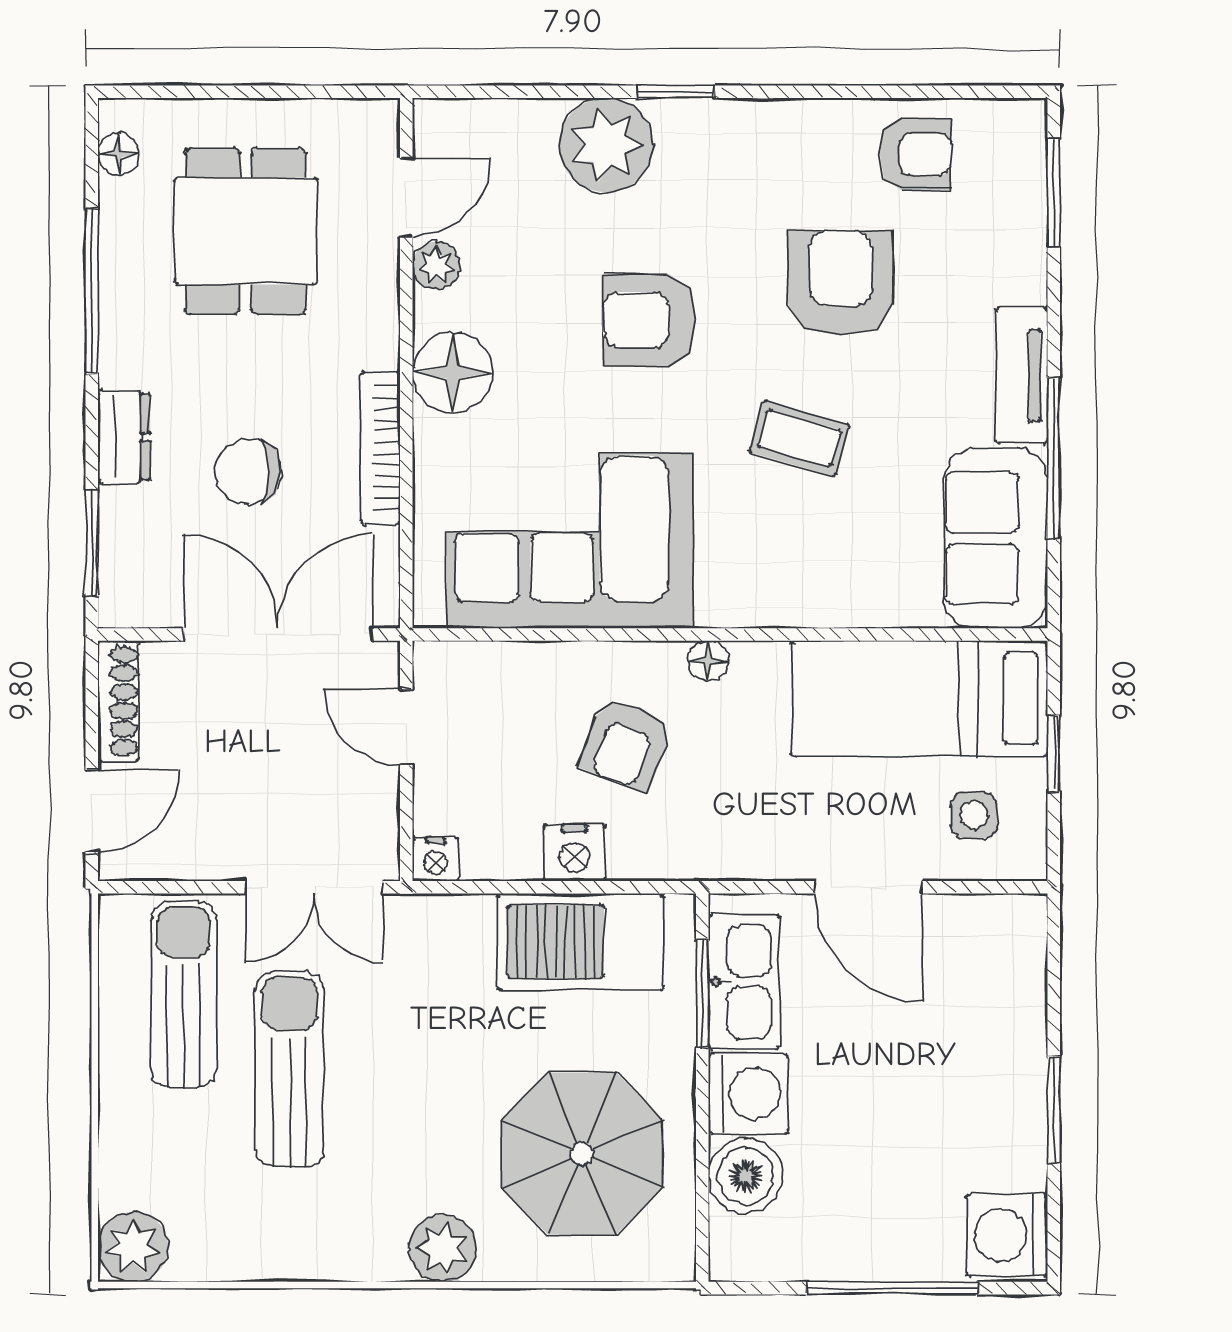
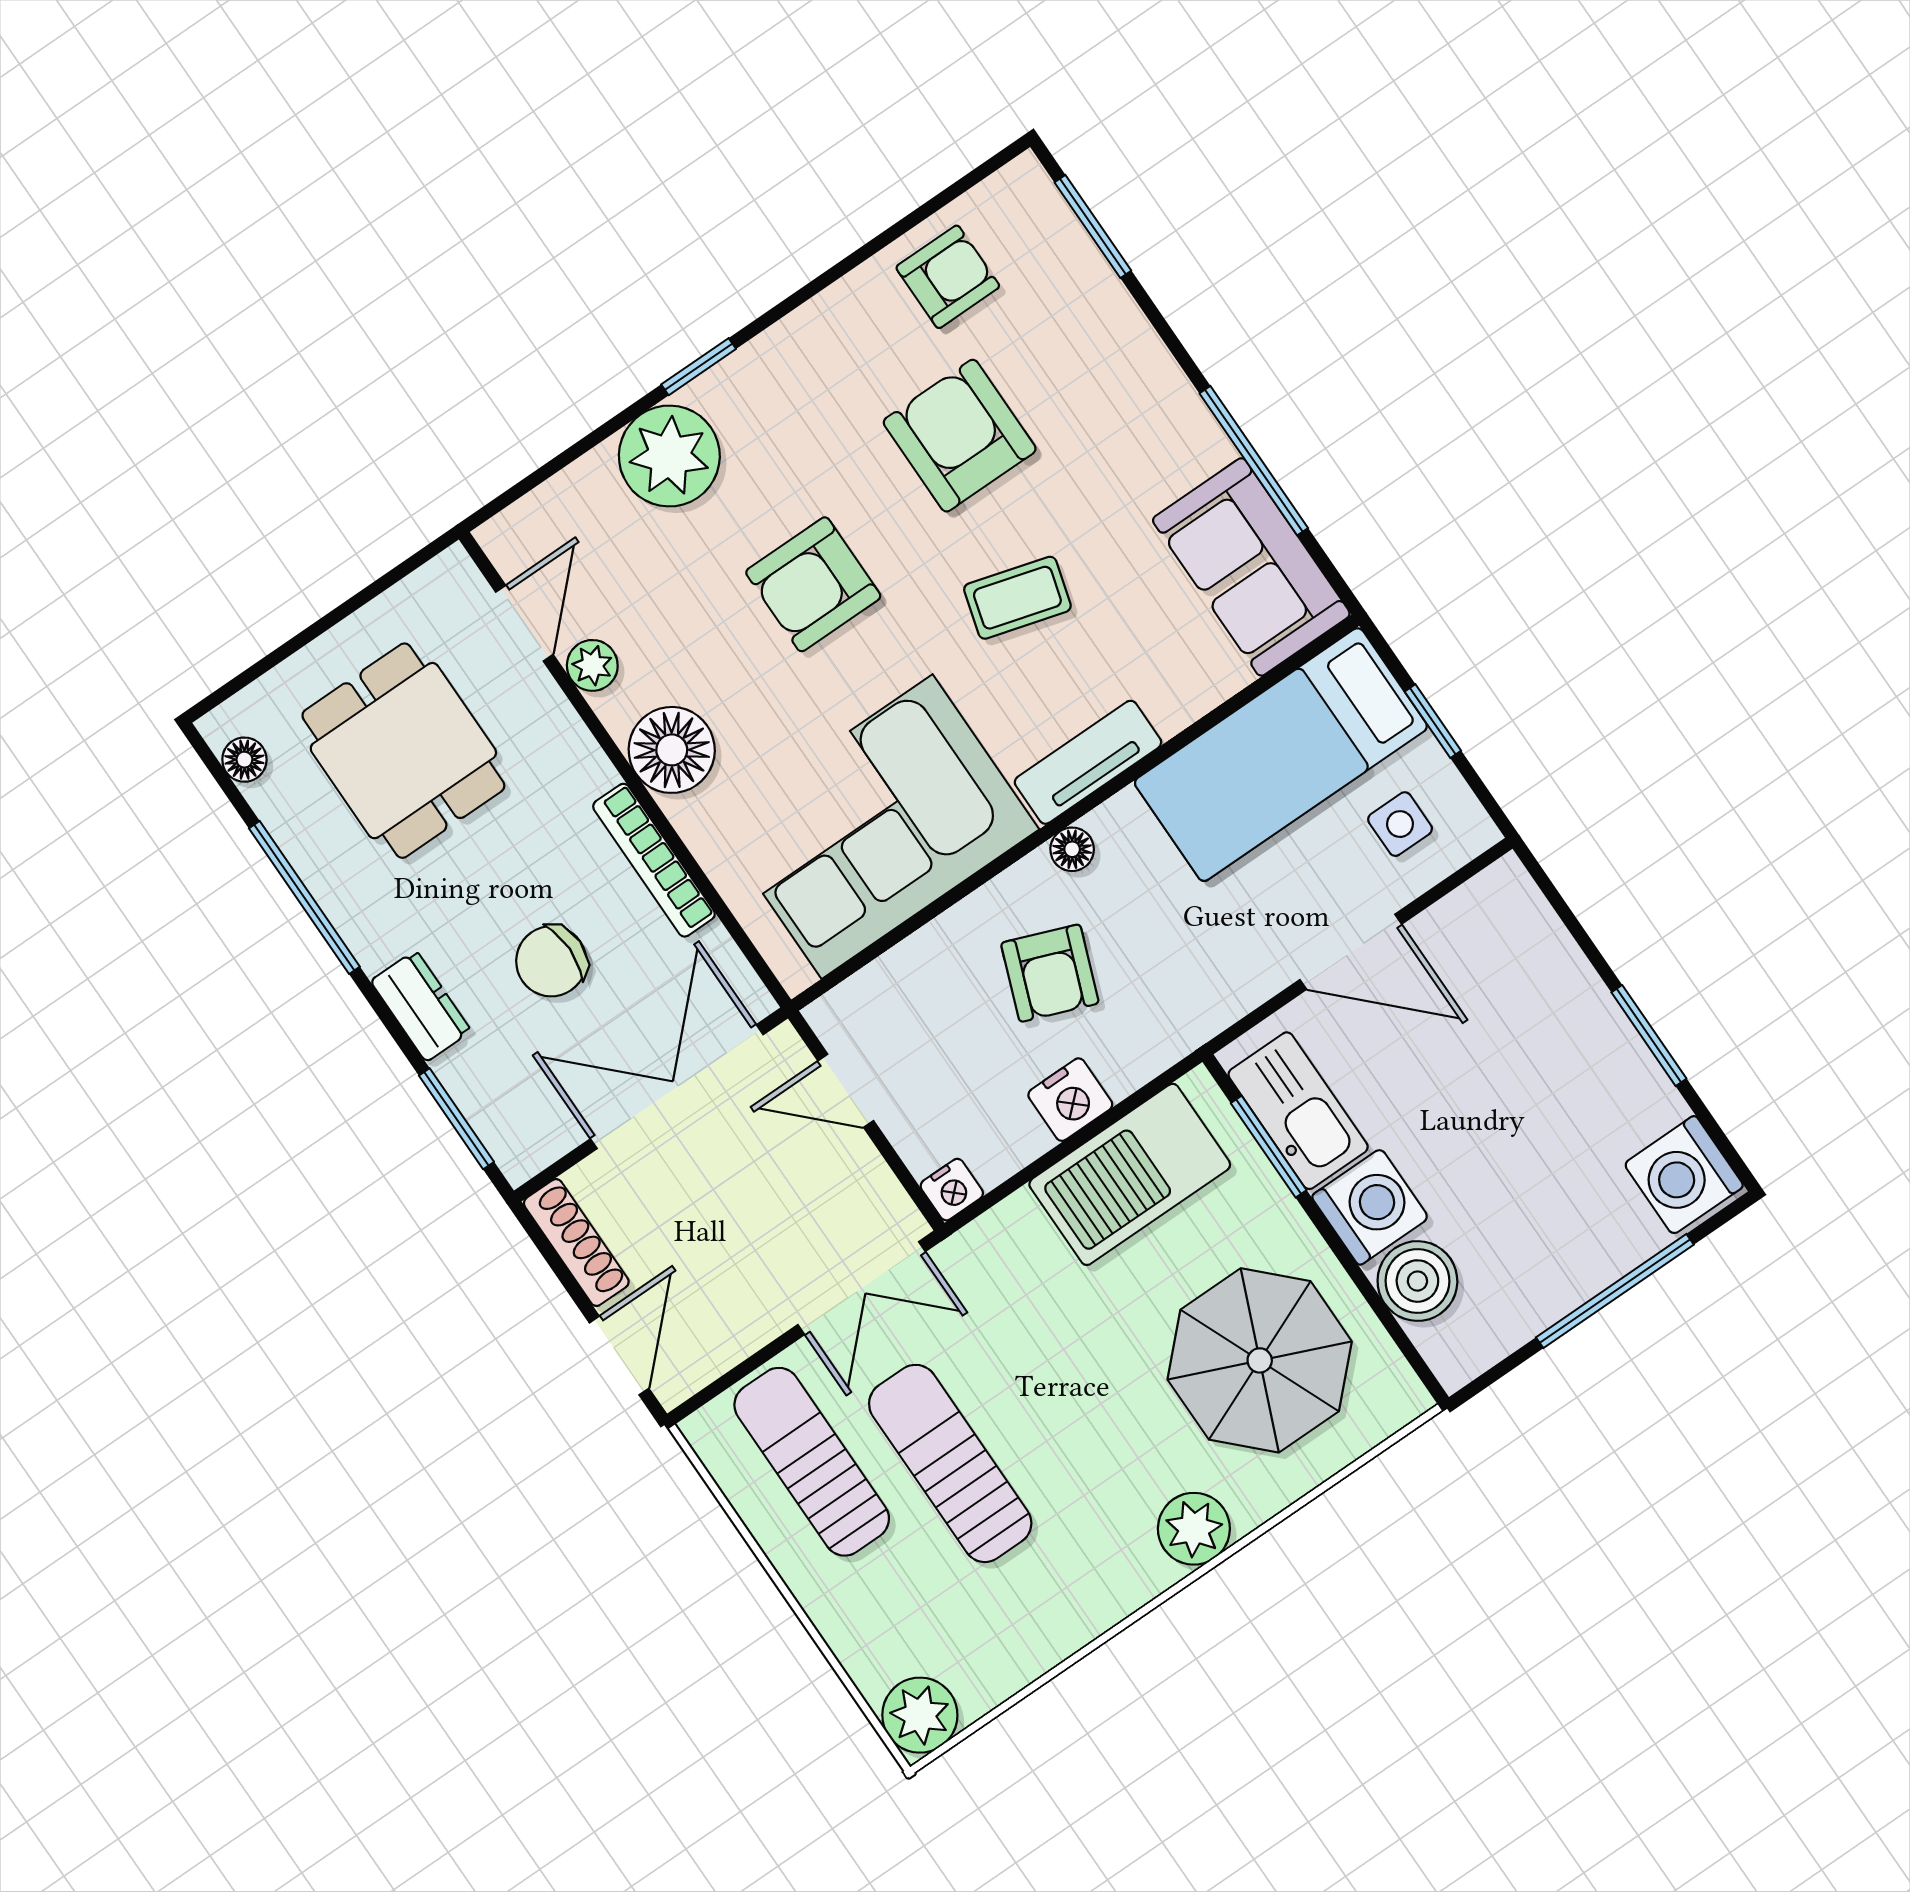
tv unit: (1022, 375) -> (1088, 762), moved, turned 90

